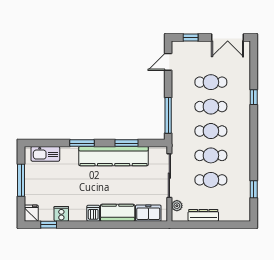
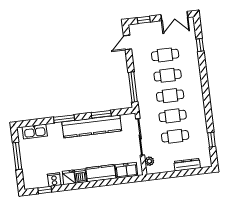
window: (254, 97) -> (200, 45), moved
fridge: (31, 213) -> (69, 177), moved
dresser: (203, 215) -> (187, 165), moved

